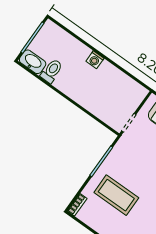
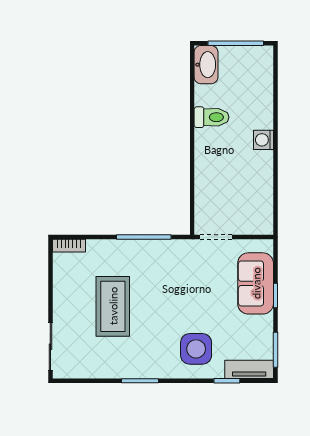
toilet: (52, 71) -> (212, 117), moved
coffee table: (116, 195) -> (113, 306), moved

